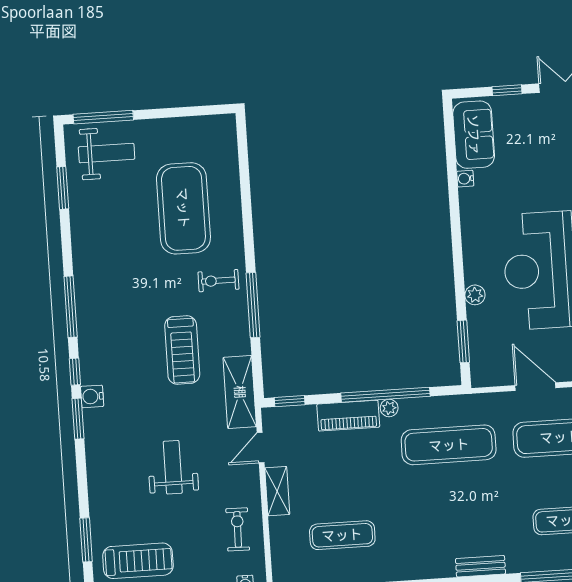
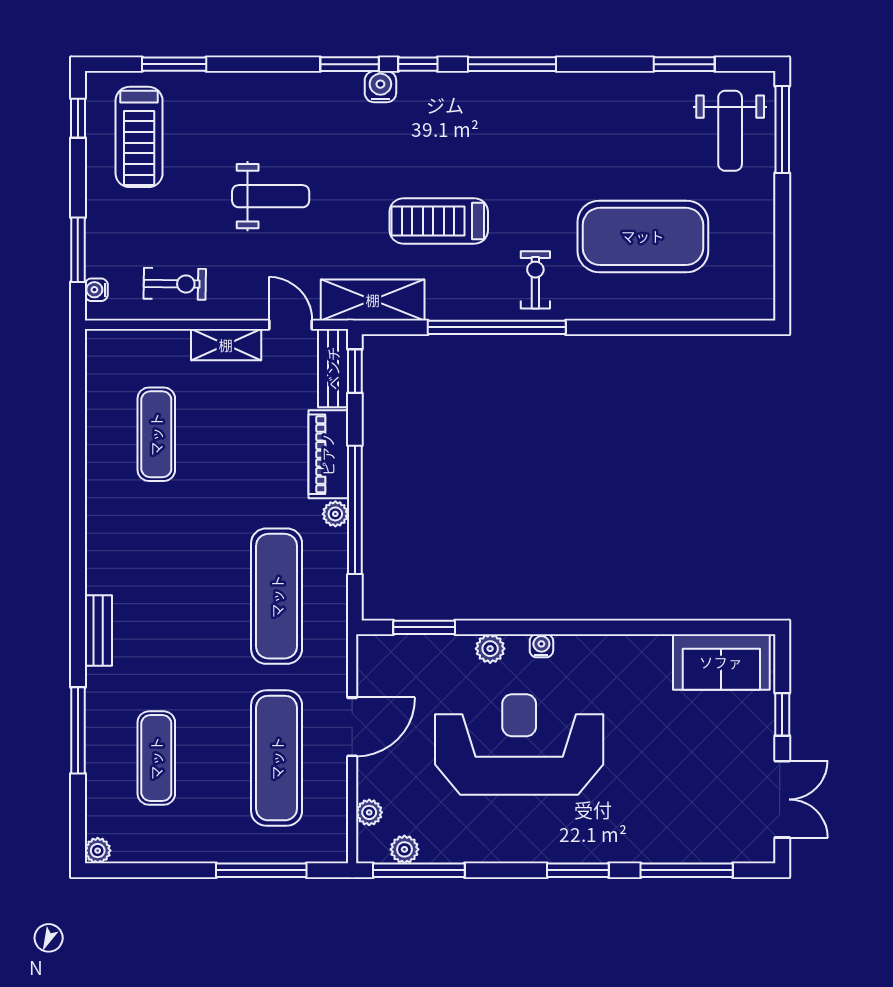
water cooler: (465, 179) -> (541, 646), moved
window: (253, 305) -> (497, 327), width x1.46
bench: (289, 416) -> (333, 368), added

